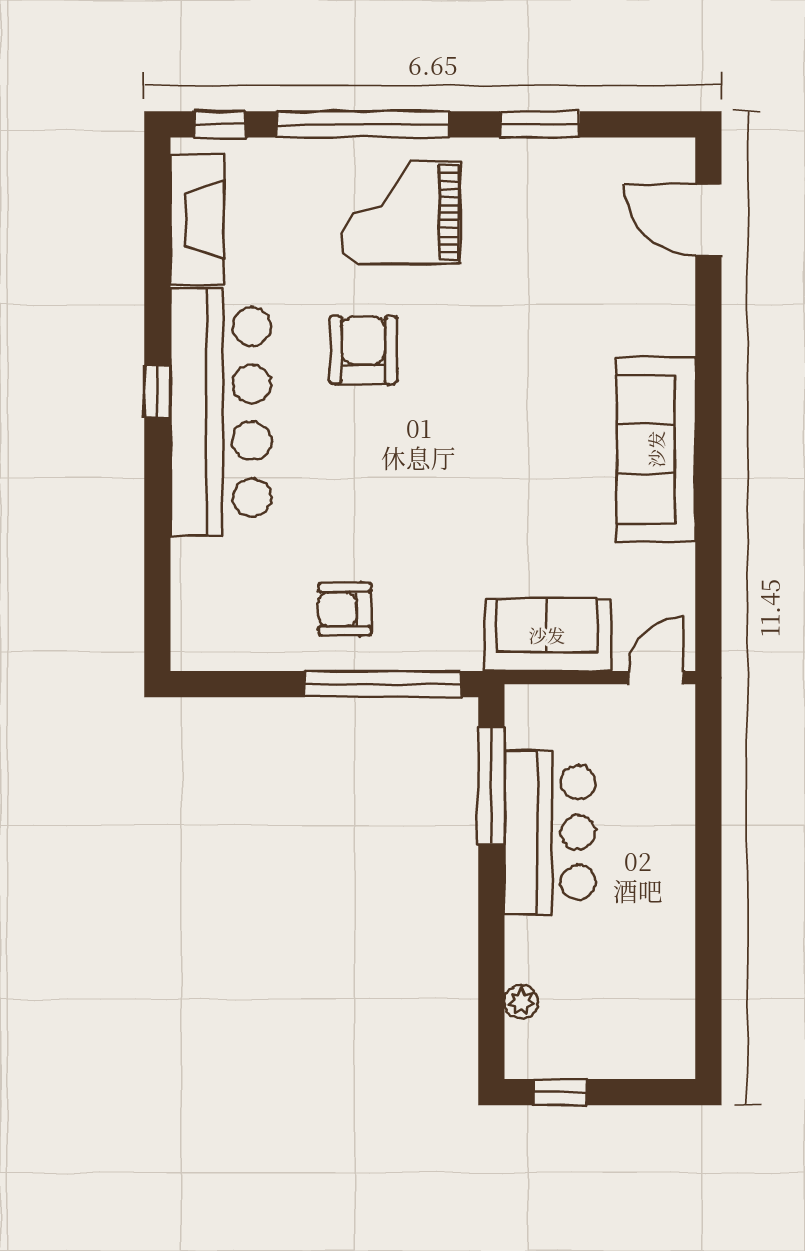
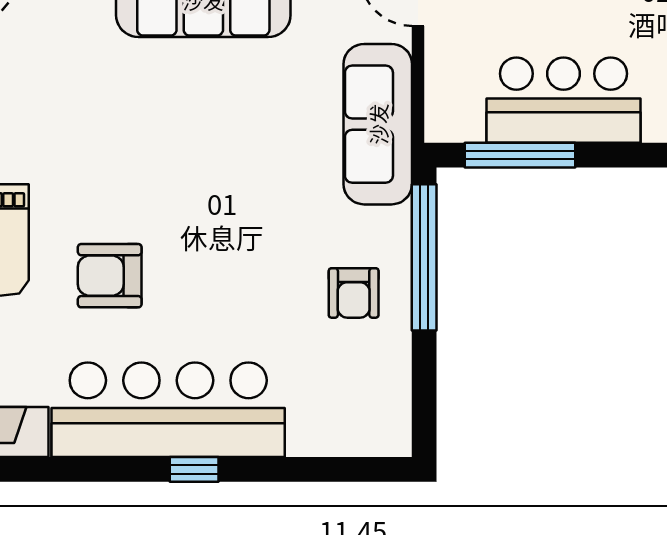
window: (157, 391) -> (194, 469), moved
sofa: (547, 635) -> (378, 124), width x1.36

